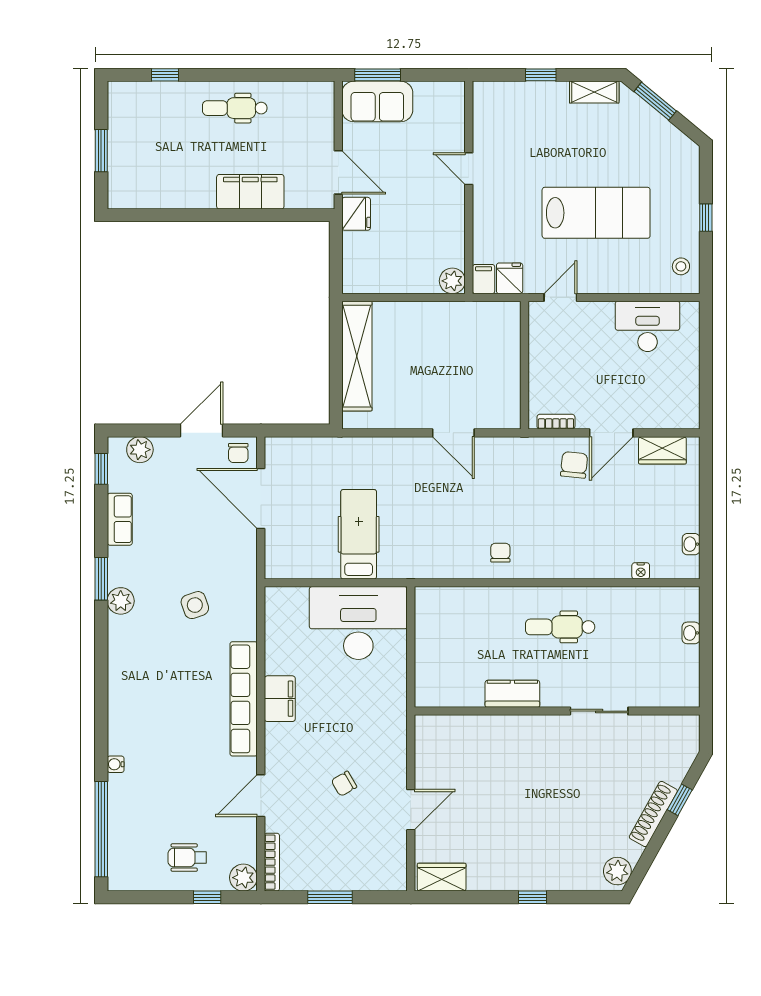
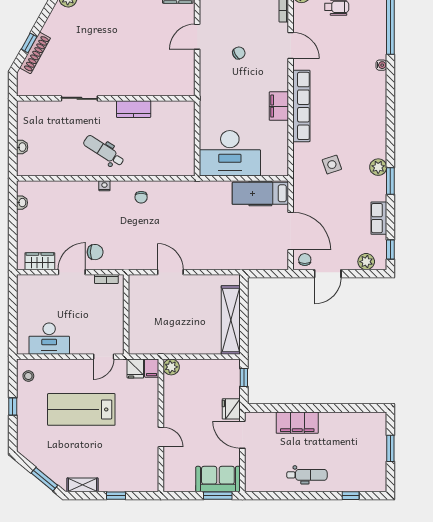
window: (336, 264) -> (244, 378), added
chair: (574, 465) -> (95, 252), turned -96
hospital bed: (359, 534) -> (260, 193), moved, turned 90
nightstand: (641, 571) -> (104, 186), moved
dental chair: (560, 627) -> (104, 151), turned -147
door: (261, 796) -> (291, 45), hinge flipped
shoe rack: (653, 814) -> (35, 53), moved

